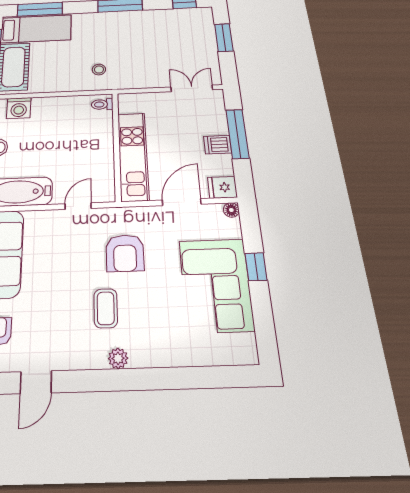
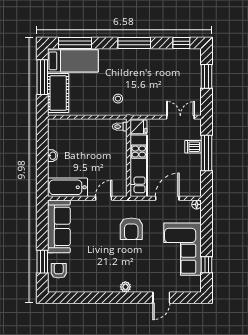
washing machine: (19, 108) -> (63, 127), removed
dishwasher: (217, 145) -> (193, 147), moved
fridge: (222, 187) -> (138, 127), moved, turned 180
window: (256, 267) -> (207, 265), moved
coffee table: (106, 308) -> (119, 260), removed
door: (36, 382) -> (161, 298), moved

